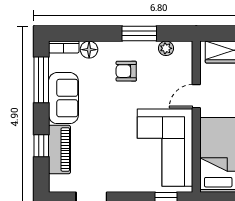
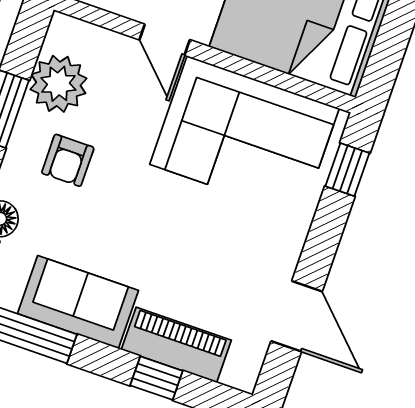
plant: (166, 48) -> (58, 84), width x1.88, depth x1.88

